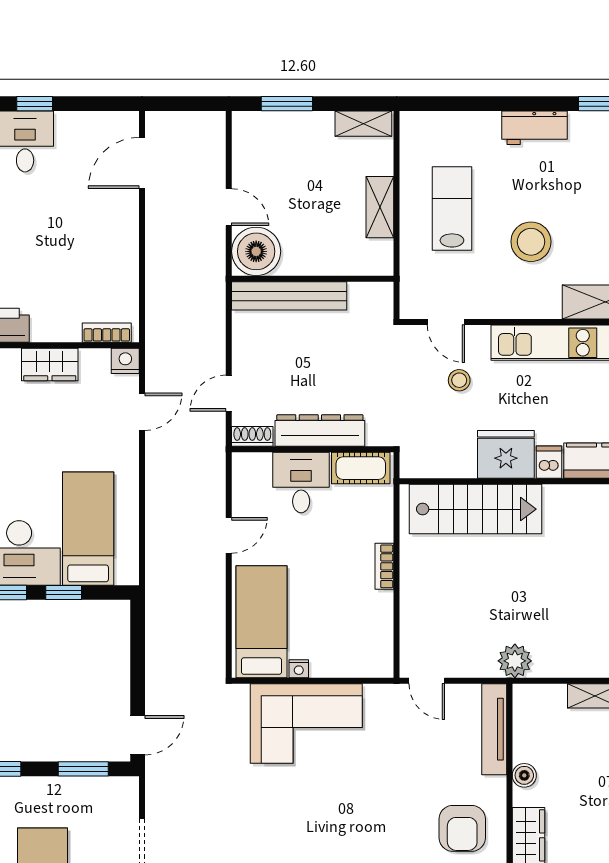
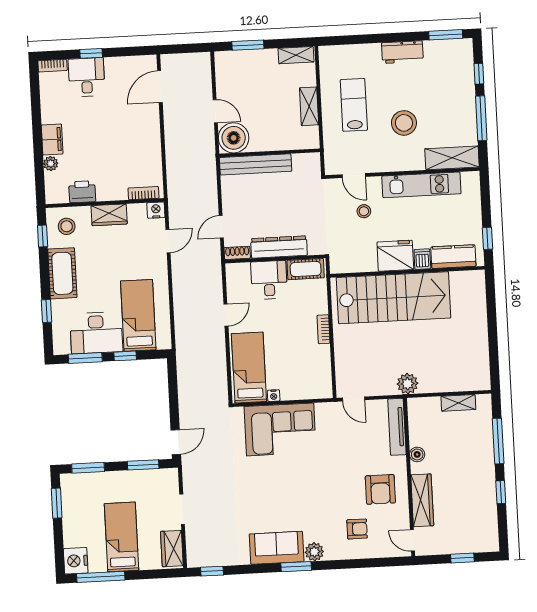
stairs: (476, 509) -> (394, 298), width x1.36, depth x1.51

